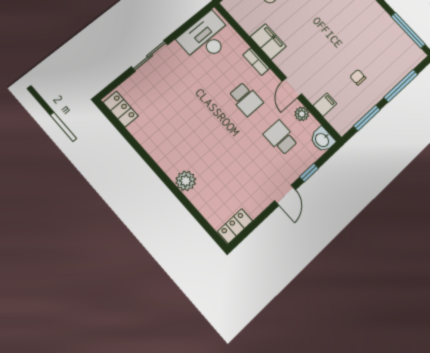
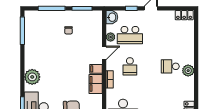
school desk: (246, 99) -> (130, 66), turned 180
filing cabinet: (325, 105) -> (96, 69), moved
school desk: (281, 138) -> (130, 35), width x1.85
school desk: (195, 144) -> (170, 66), added
plant: (186, 181) -> (188, 71), moved

